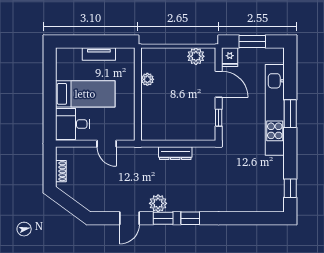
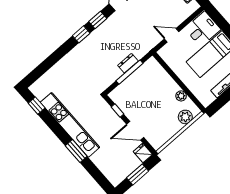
plant: (196, 56) -> (185, 117), moved
kitchen unit: (275, 110) -> (70, 125), moved
window: (176, 144) -> (129, 72), added
dresser: (175, 153) -> (128, 63), width x0.70
plant: (158, 203) -> (109, 26), removed

